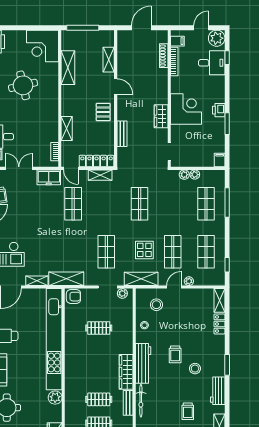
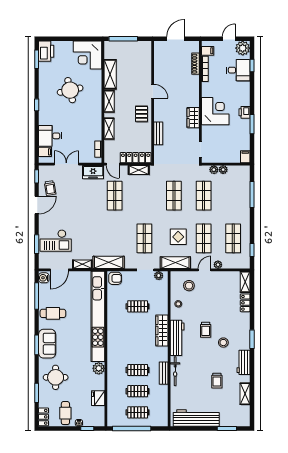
shelving: (109, 60) -> (109, 101), moved
shop shelf: (206, 204) -> (204, 196), moved
wardrobe: (126, 372) -> (162, 331), moved

